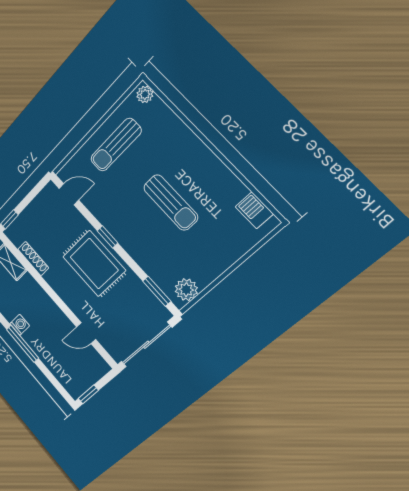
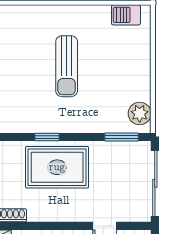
sun lounger: (171, 202) -> (67, 66), turned 90

